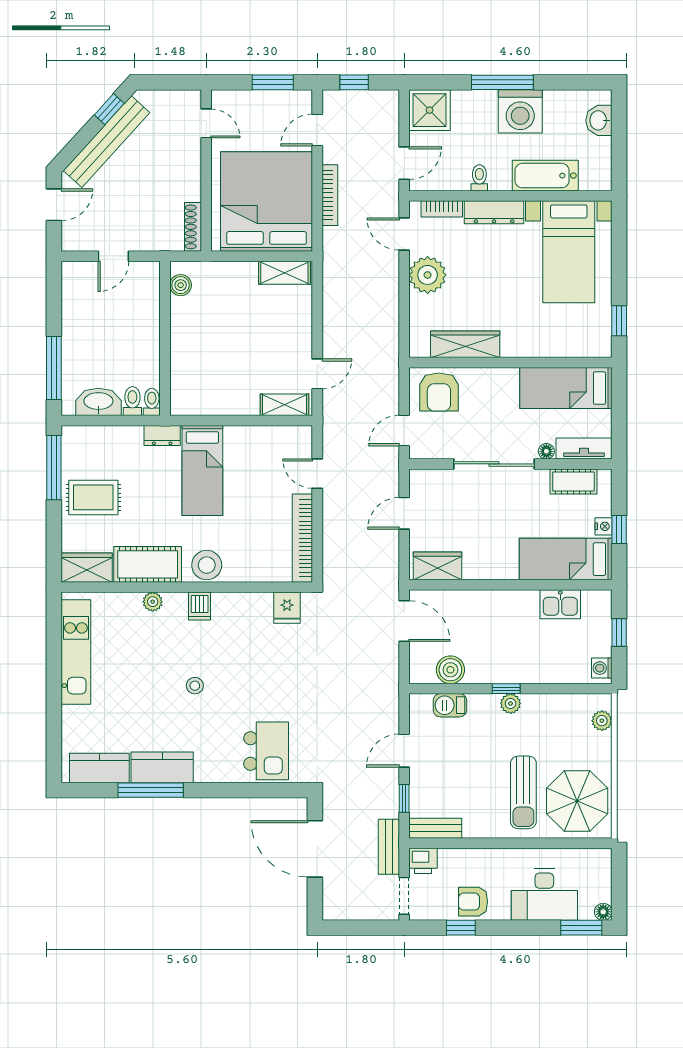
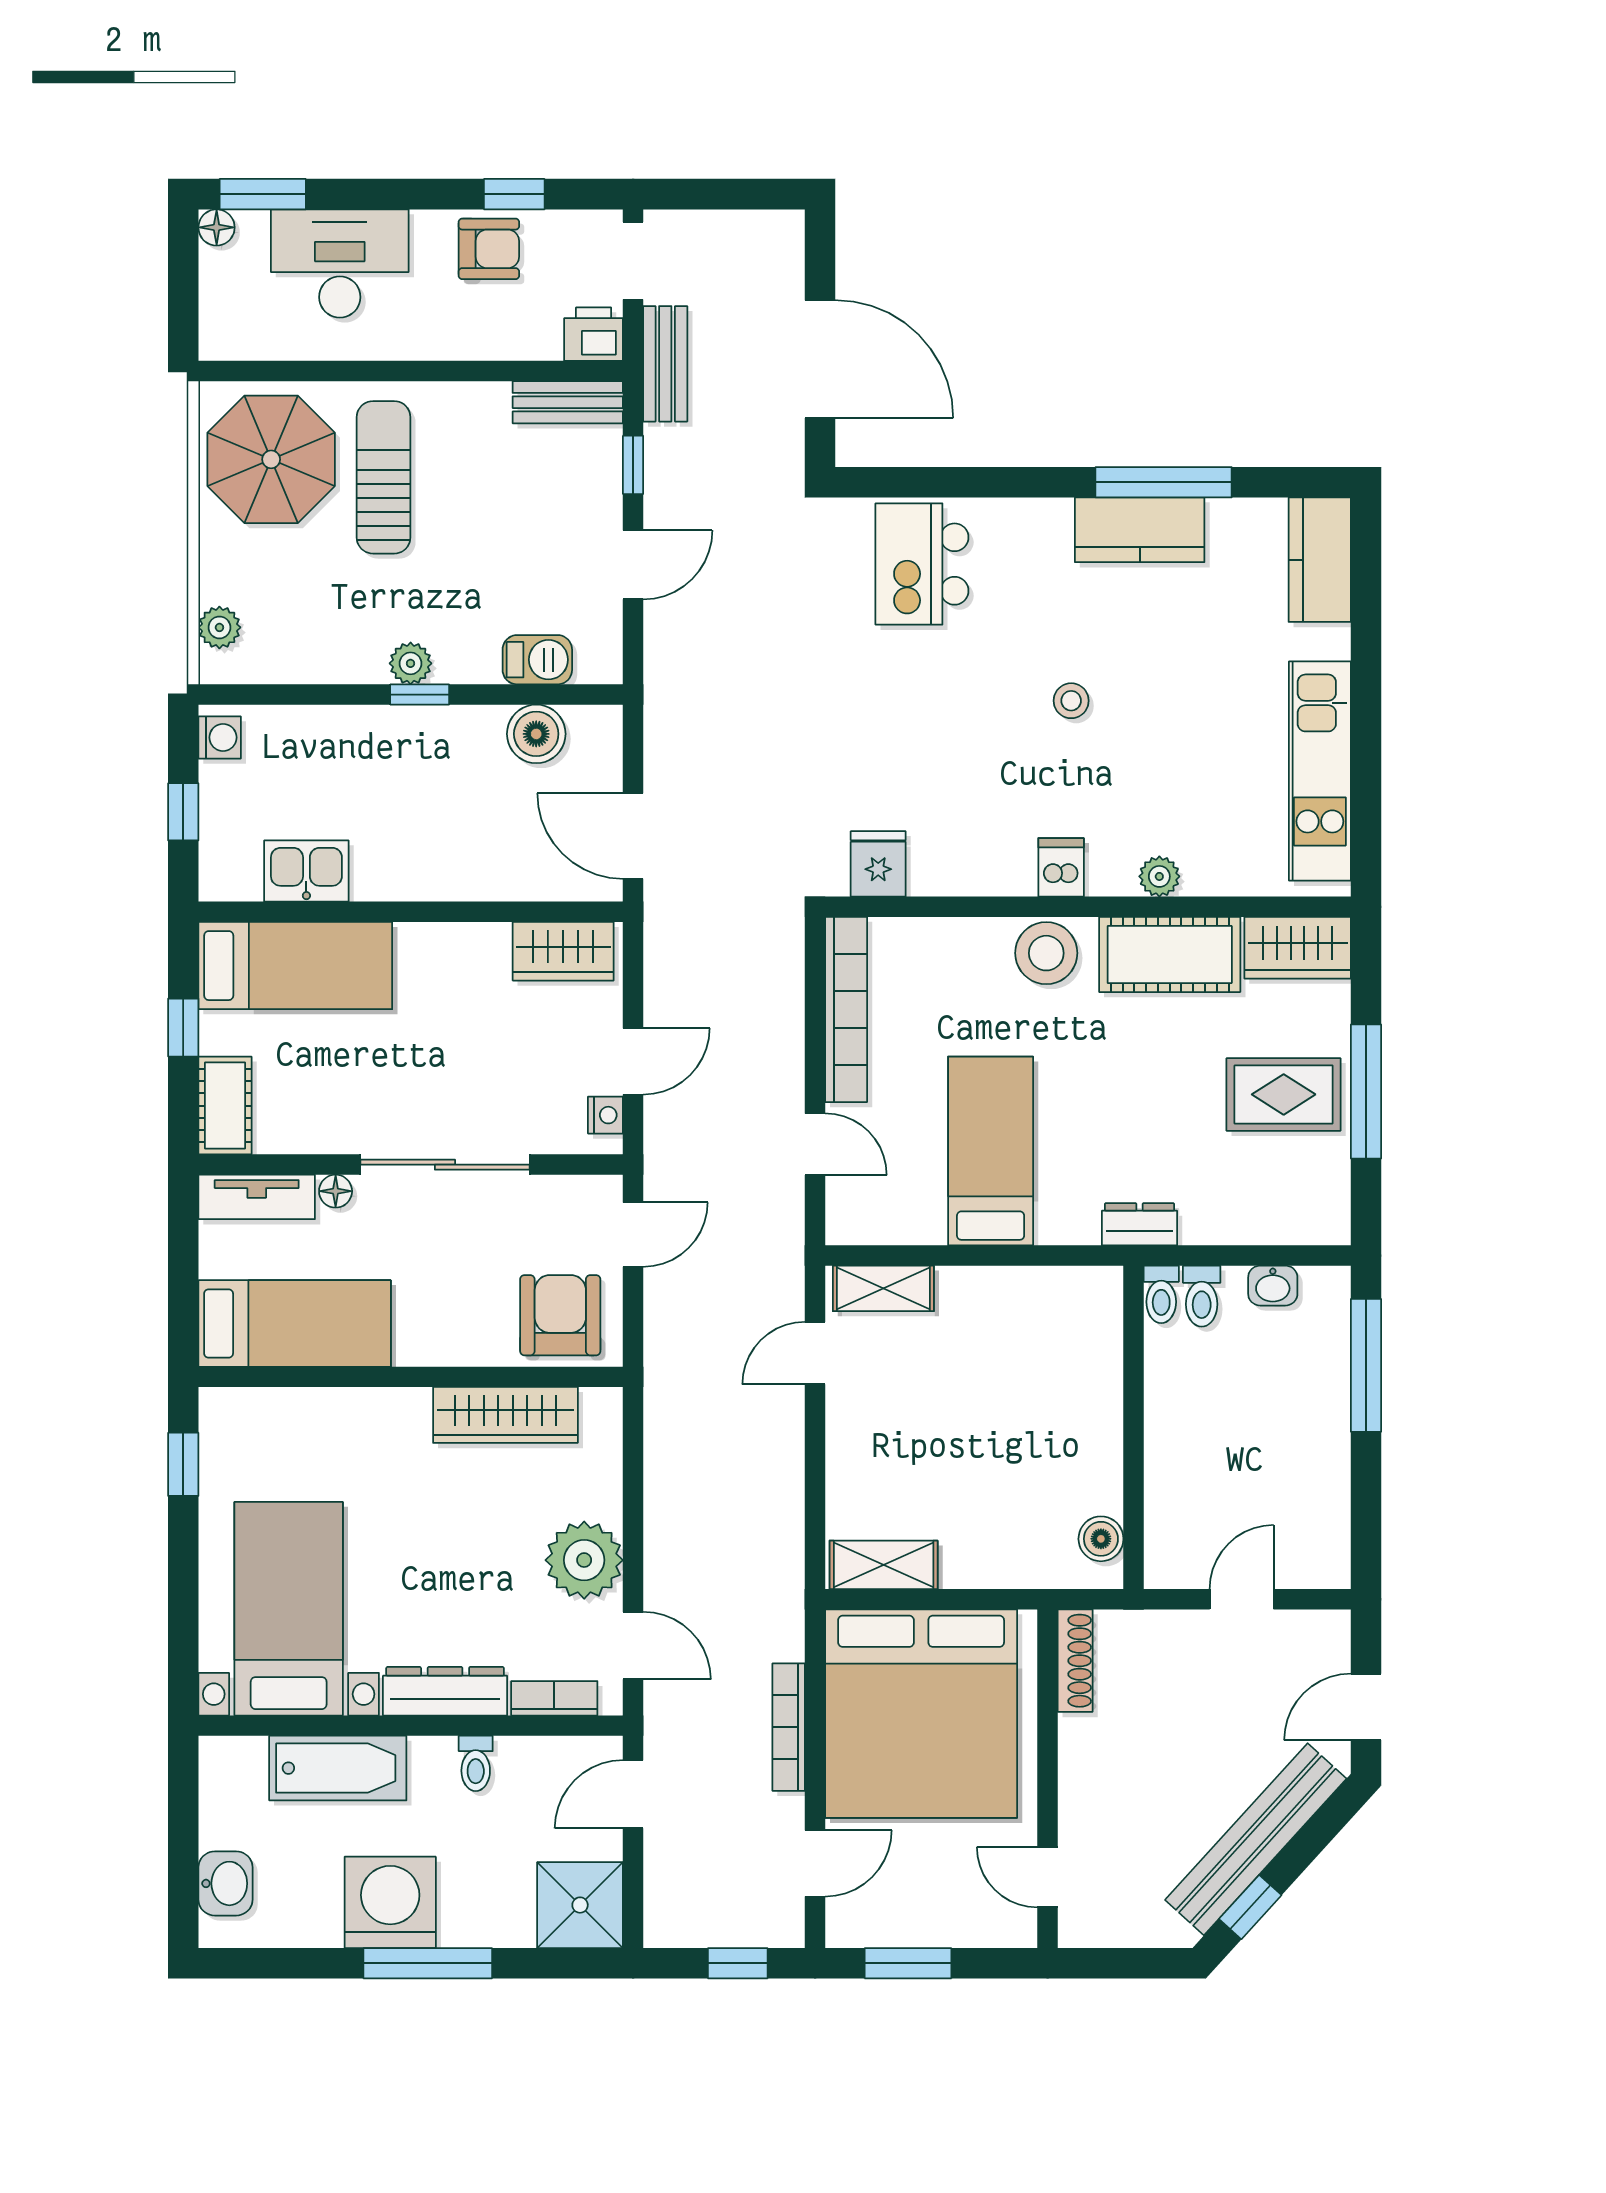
washbasin: (98, 402) -> (1273, 1286), width x0.52, depth x0.69
window: (54, 468) -> (1366, 1092), moved
bed: (202, 470) -> (991, 1151), moved
cot: (573, 482) -> (225, 1106), moved, turned 90
nightstand: (604, 526) -> (605, 1115), moved, turned 180
kitchen counter: (99, 768) -> (1320, 560), moved, turned 90

